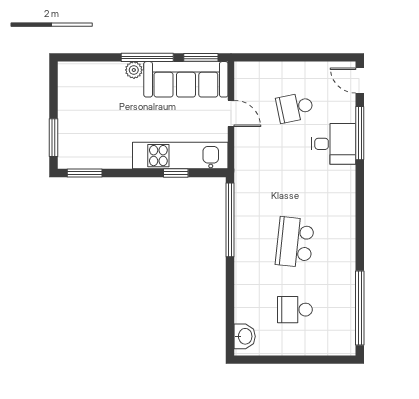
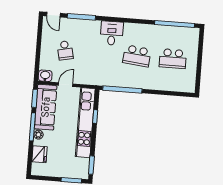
fridge: (97, 75) -> (39, 154), added
door: (360, 81) -> (53, 15), hinge flipped
desk: (334, 144) -> (112, 33), moved
kitchen unit: (180, 156) -> (85, 123), width x1.36
school desk: (295, 310) -> (173, 59), width x1.85
washbasin: (245, 336) -> (45, 76), moved

